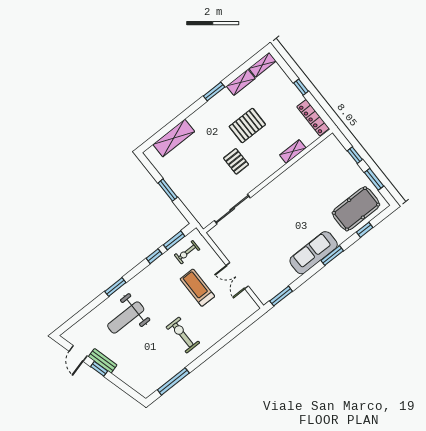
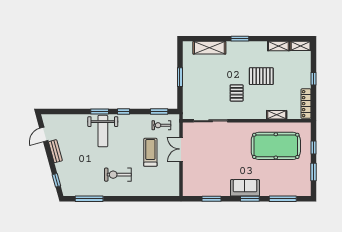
window: (214, 91) -> (240, 39), moved
pool table: (356, 209) -> (276, 146), moved, width x1.36, depth x1.32
window: (365, 230) -> (283, 199), width x2.17
sofa: (314, 253) -> (245, 188), width x0.73
window: (154, 256) -> (124, 112), moved
double door: (237, 276) -> (181, 149), moved
window: (281, 296) -> (212, 199), moved
weight bench: (126, 317) -> (103, 131), moved, turned -90
exercise bike: (183, 335) -> (118, 175), turned -90
window: (99, 369) -> (56, 180), moved

